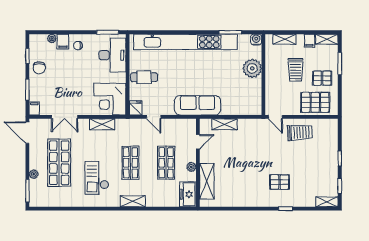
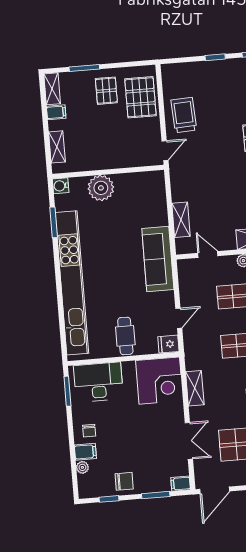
trolley: (296, 70) -> (98, 128), removed

